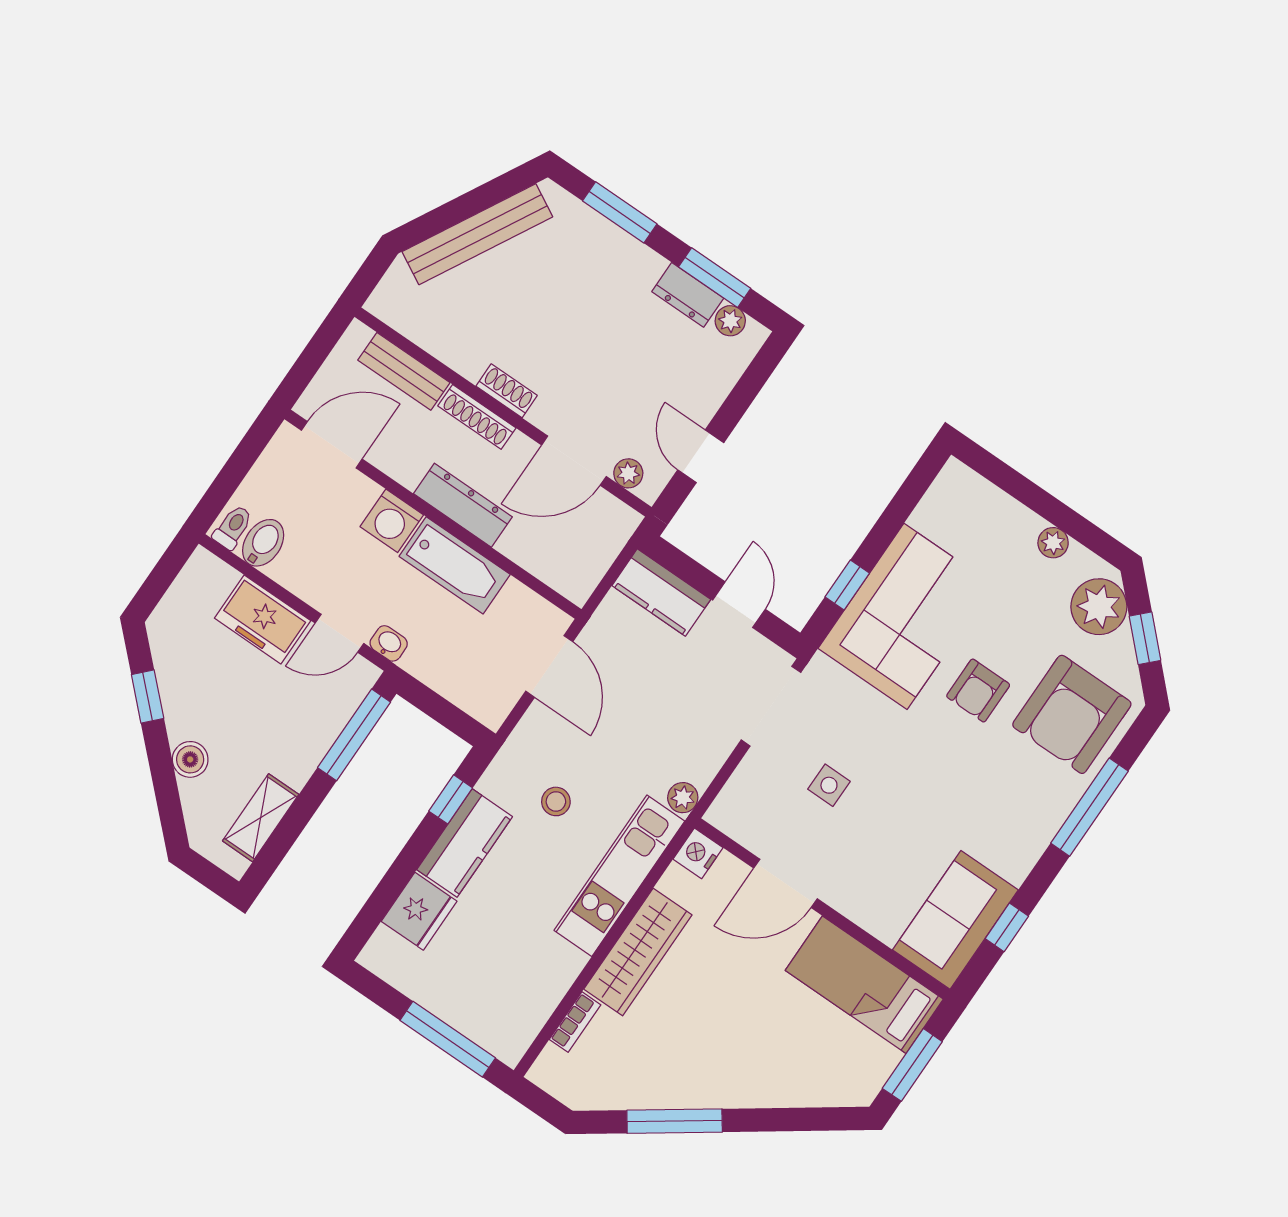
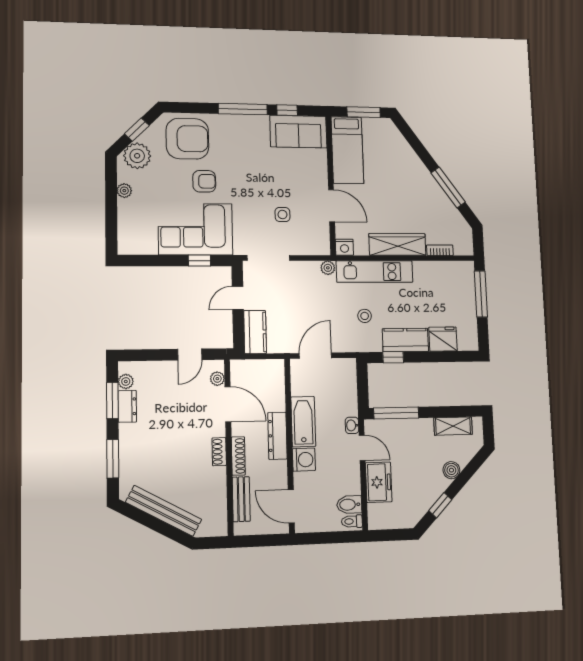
window: (1089, 807) -> (243, 109), moved

